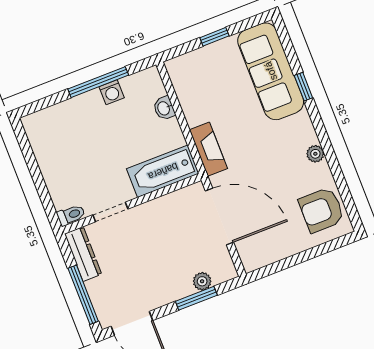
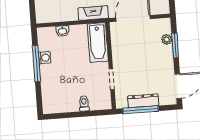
toilet: (71, 215) -> (84, 103), moved
dresser: (83, 254) -> (143, 101), moved
window: (83, 295) -> (141, 110), moved

